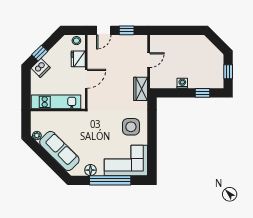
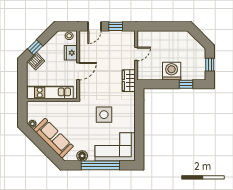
washing machine: (182, 83) -> (172, 71), width x1.89, depth x1.89
side table: (131, 127) -> (104, 115), moved

